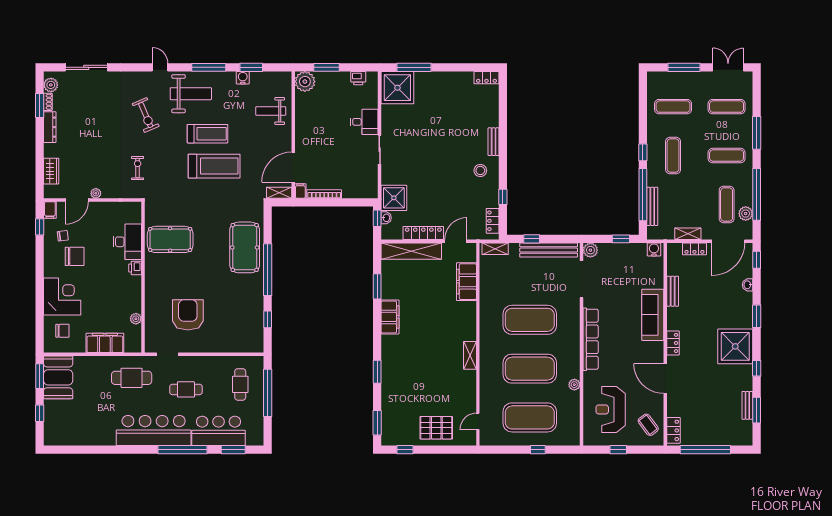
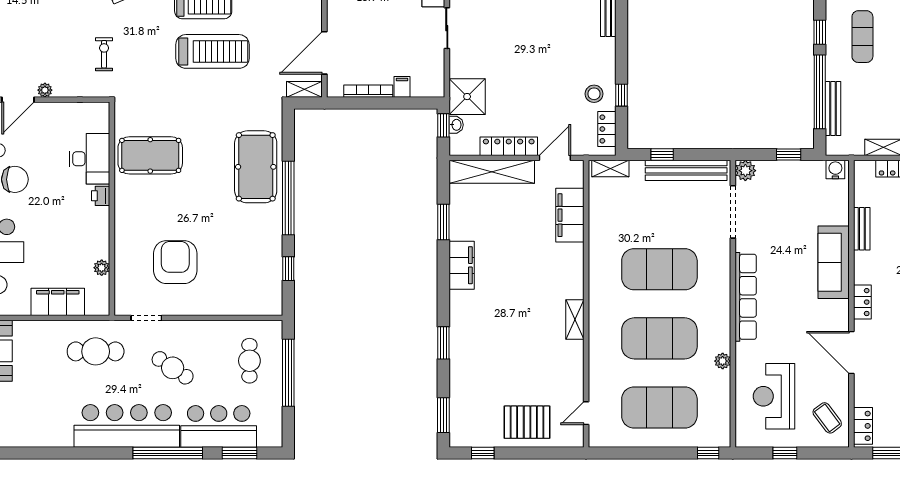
stool: (480, 170) -> (594, 94), moved
filing cabinet: (300, 191) -> (402, 87), moved
cafe table: (186, 389) -> (173, 368), turned 34
window: (538, 450) -> (708, 453), moved

